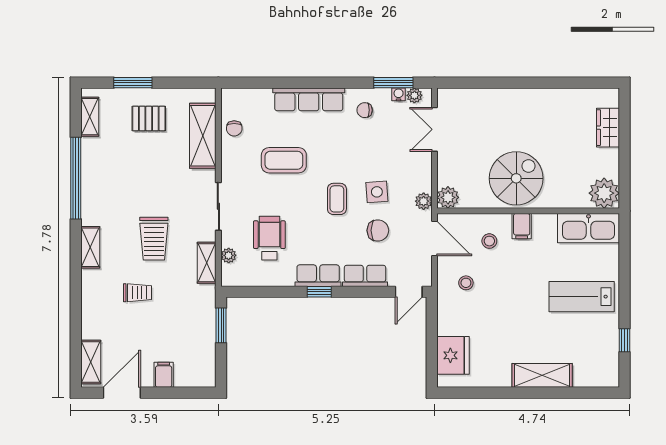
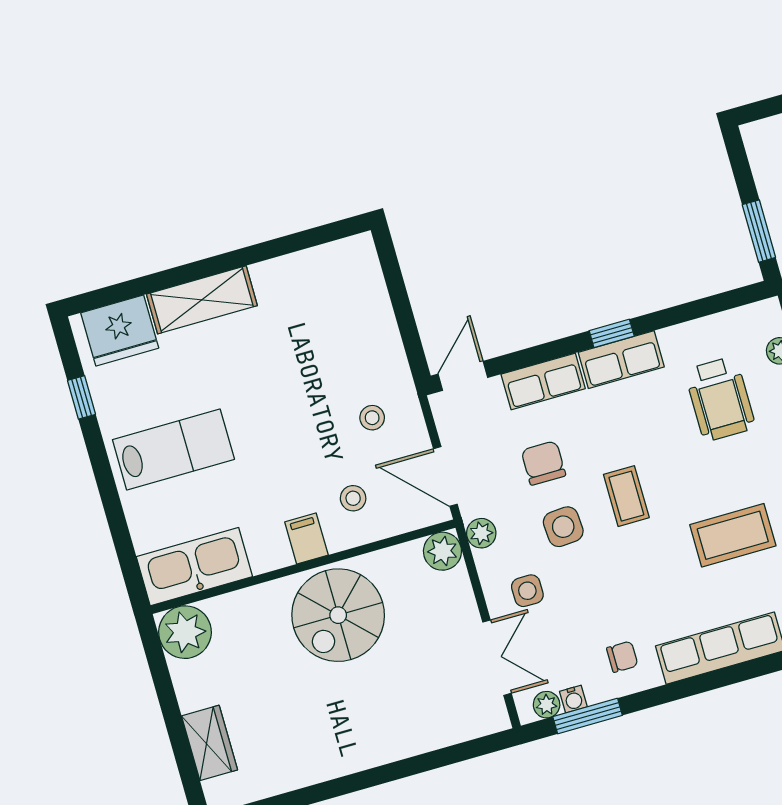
side table: (407, 162) -> (527, 591), added
chair: (378, 230) -> (543, 463), turned 90
fridge: (453, 355) -> (120, 330), moved, turned -90

